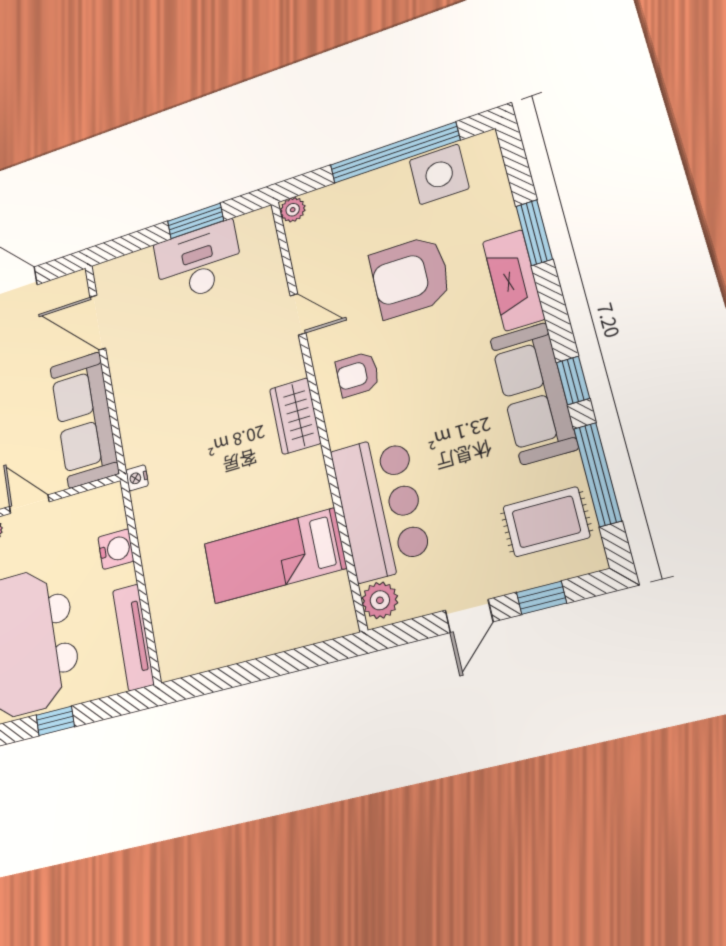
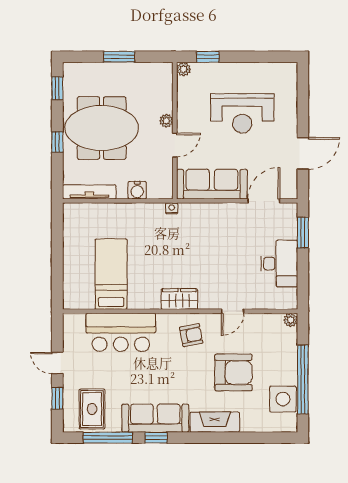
window: (196, 221) -> (303, 233), moved
window: (534, 233) -> (236, 438), removed
armchair: (410, 277) -> (233, 372), turned 90
armchair: (357, 374) -> (191, 335), turned 79
plant: (380, 600) -> (76, 322), removed

